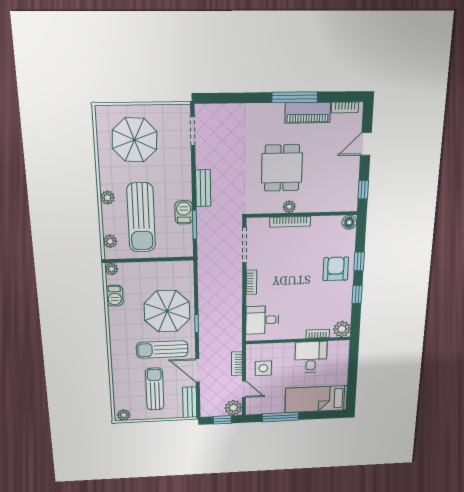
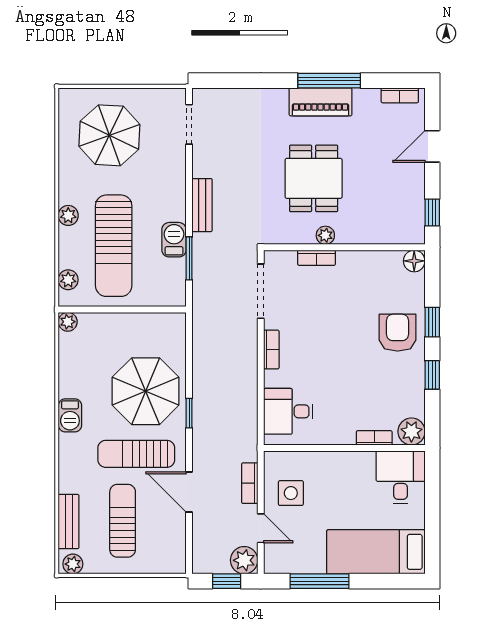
piano: (308, 113) -> (320, 102), moved
bookcase: (290, 222) -> (317, 258), width x0.64
barbecue: (115, 296) -> (70, 415), moved
desk: (311, 357) -> (401, 477), moved
bench: (190, 402) -> (69, 522), moved

